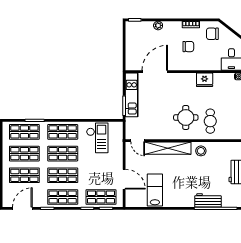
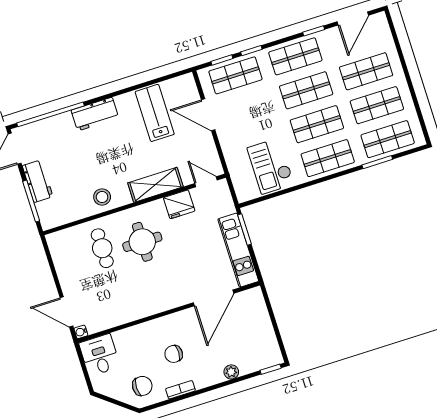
fridge: (205, 80) -> (179, 204), moved, turned 180
shelving: (168, 148) -> (155, 185), width x0.68
lab bench: (155, 190) -> (155, 113), turned 180
workbench: (208, 200) -> (95, 114), moved

